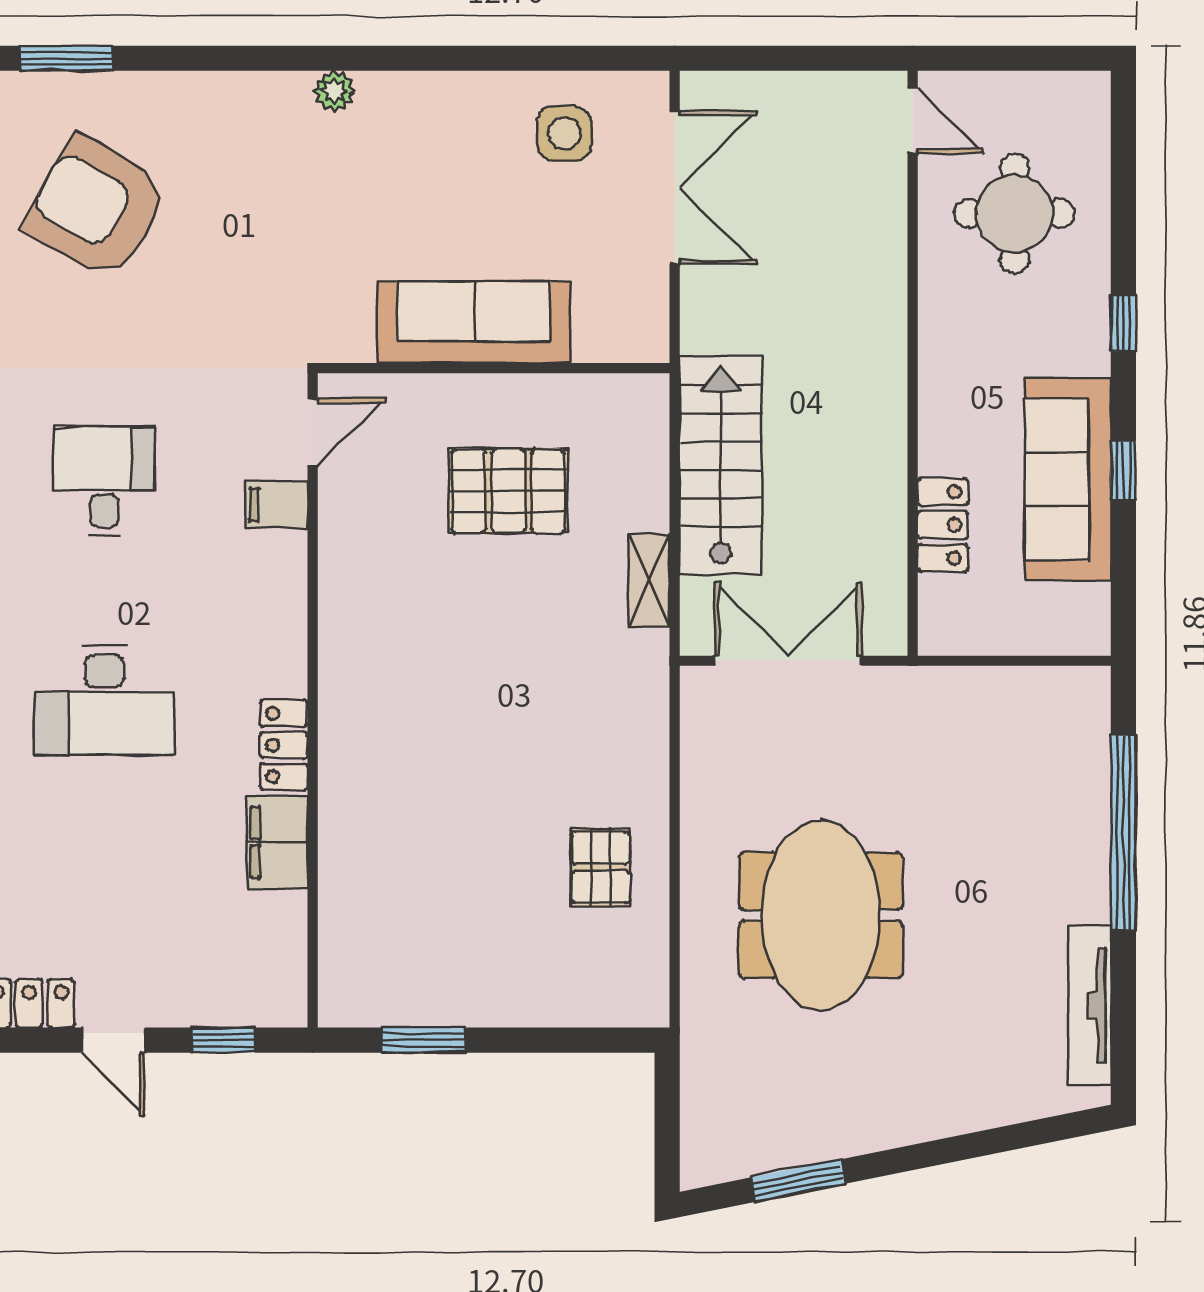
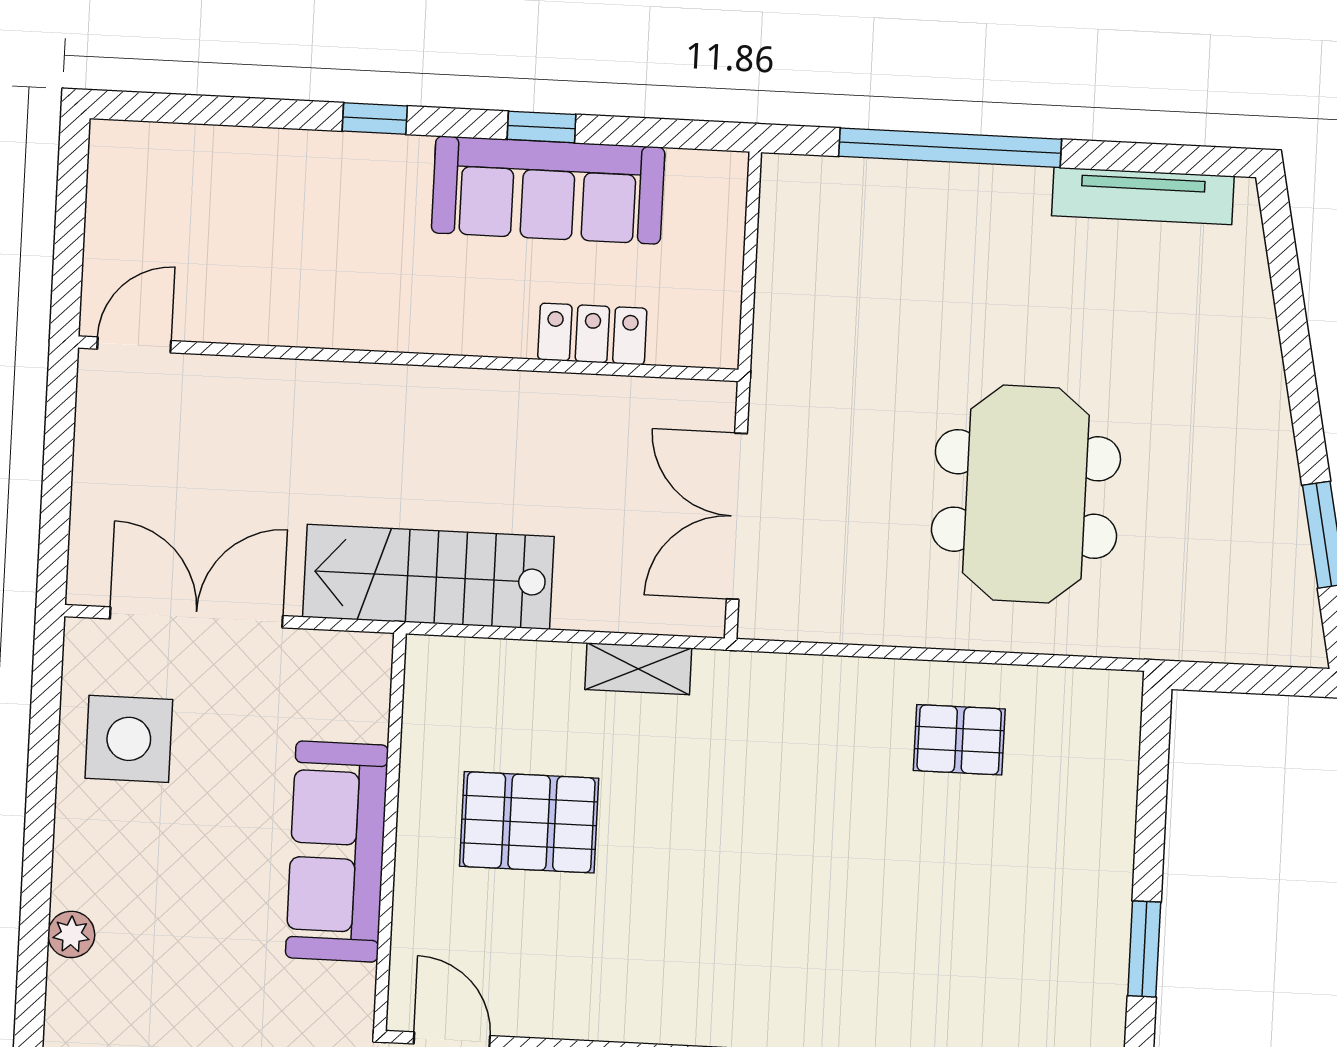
plant: (334, 91) -> (71, 934), moved
side table: (564, 133) -> (129, 739), width x1.37, depth x1.37
round table: (1015, 214) -> (245, 235), removed
stairs: (721, 466) -> (428, 577), moved
pallet: (508, 491) -> (529, 822), turned 90
meeting table: (821, 915) -> (1026, 494), turned 90

